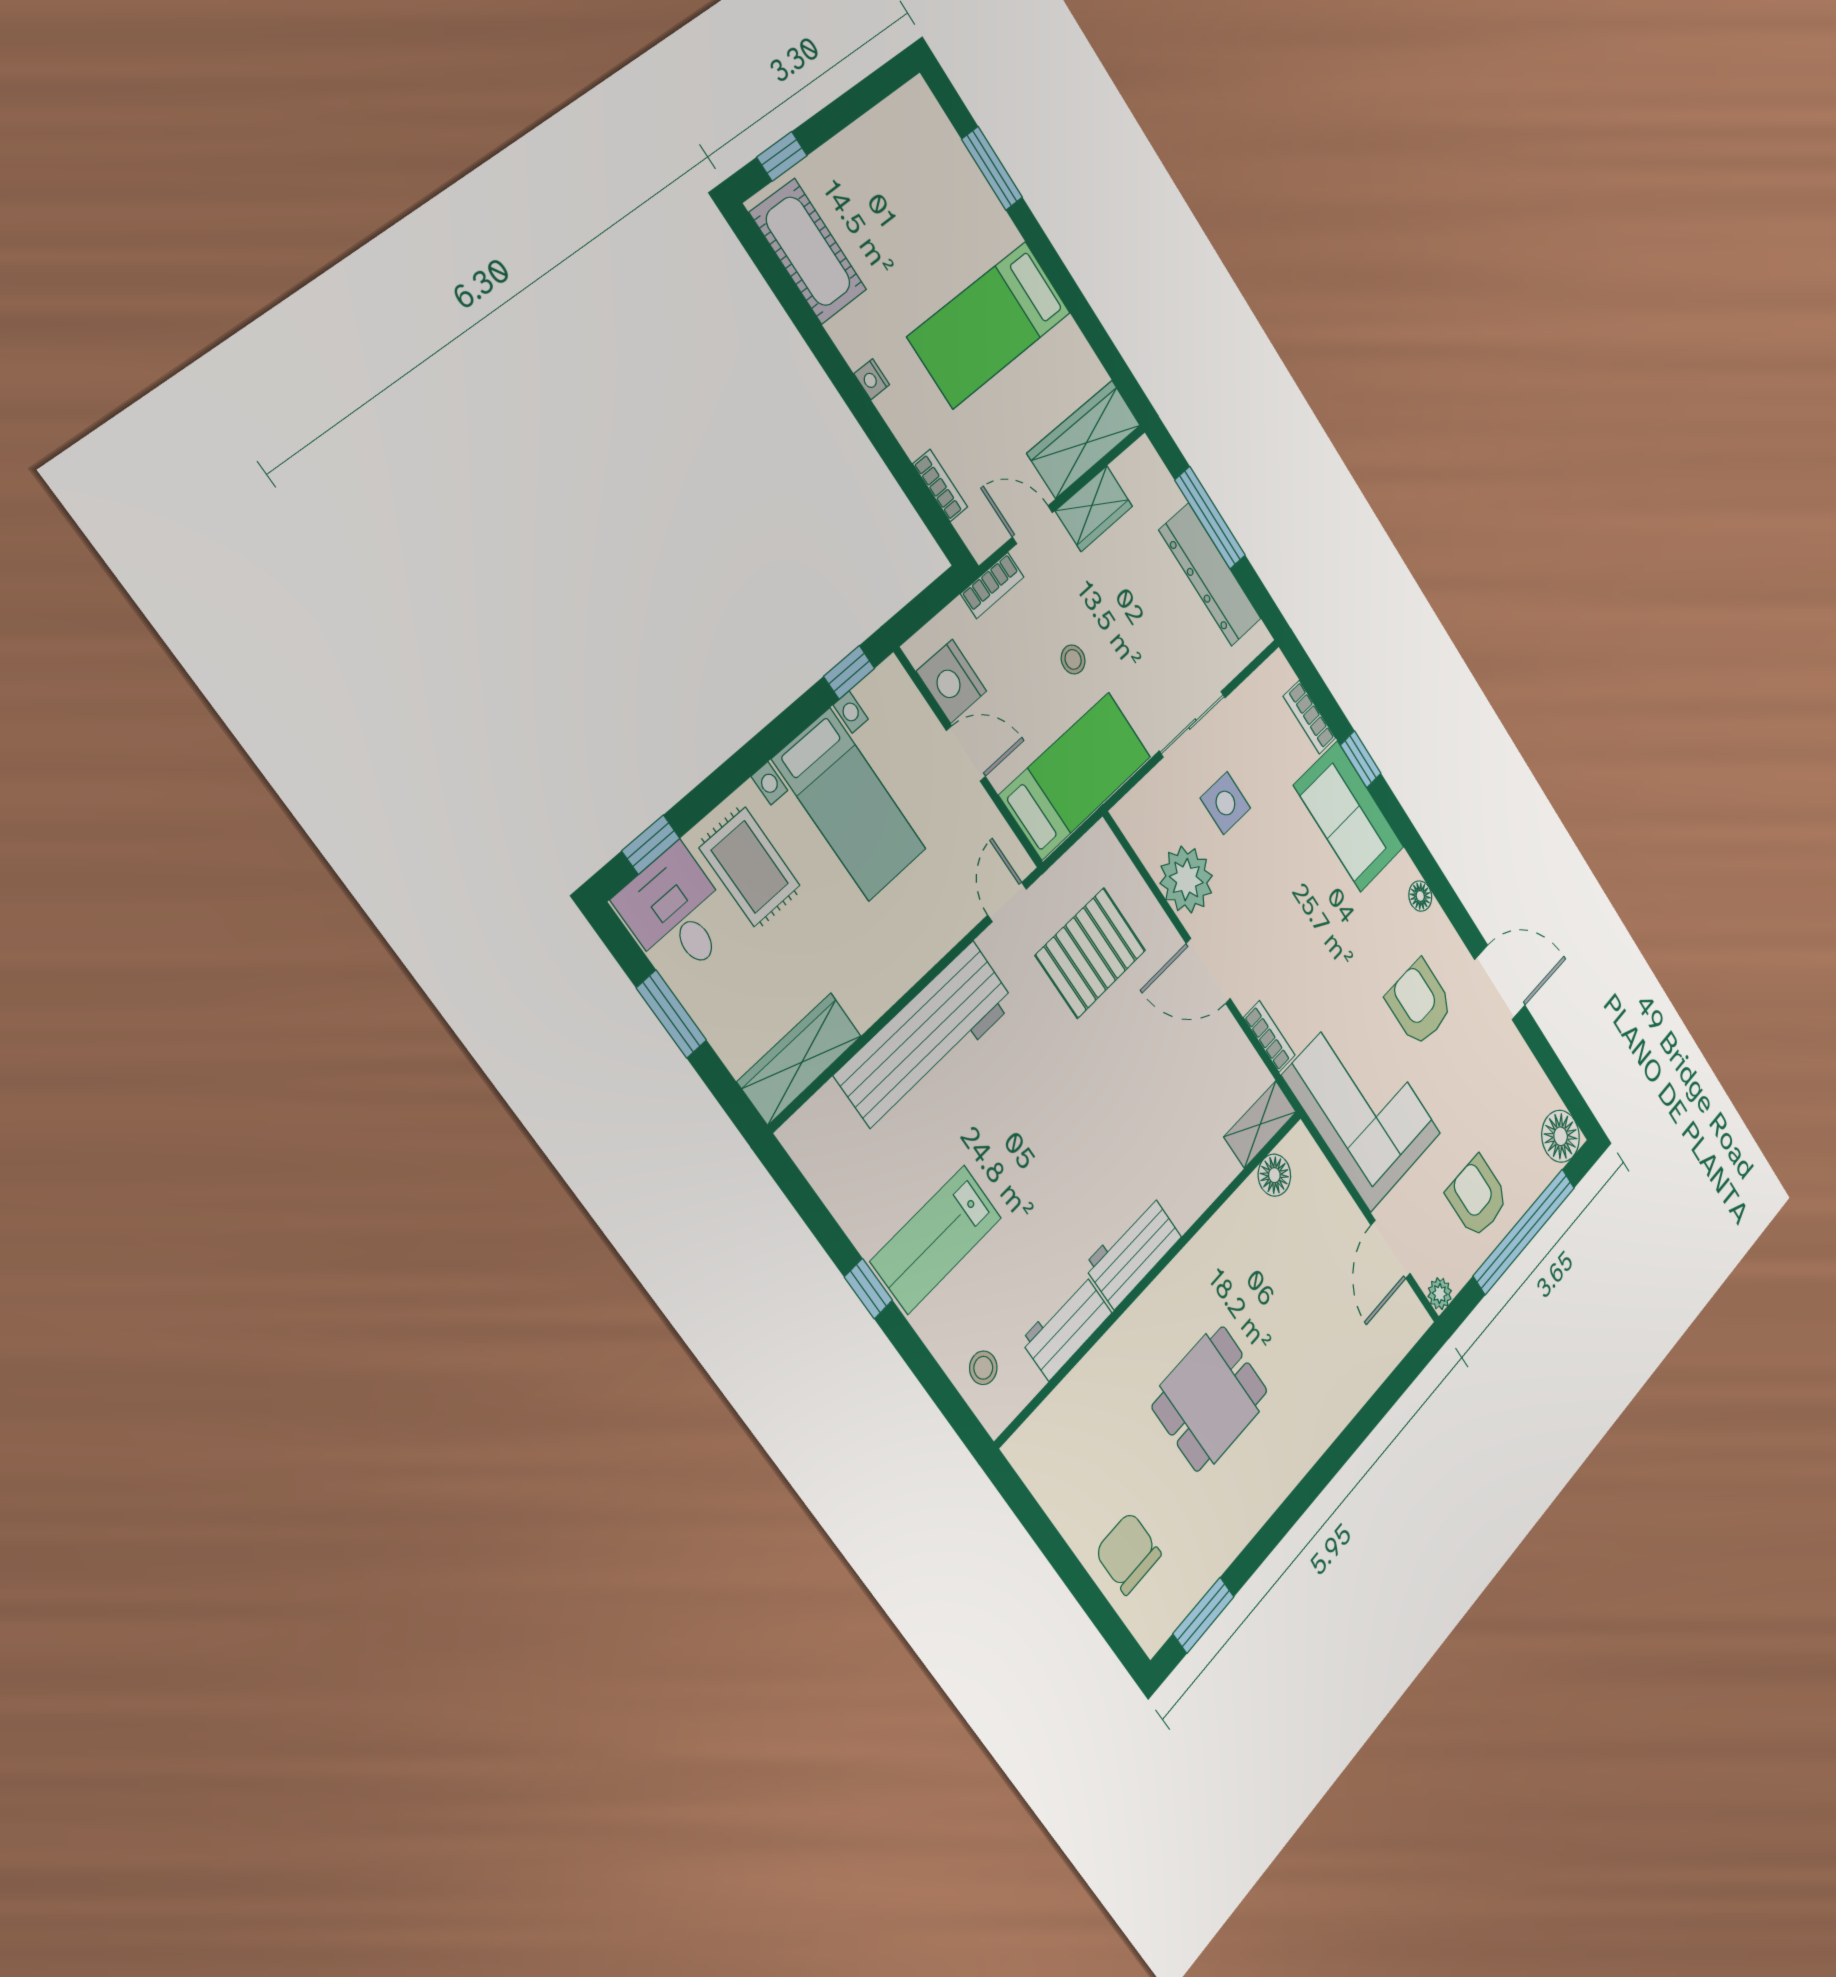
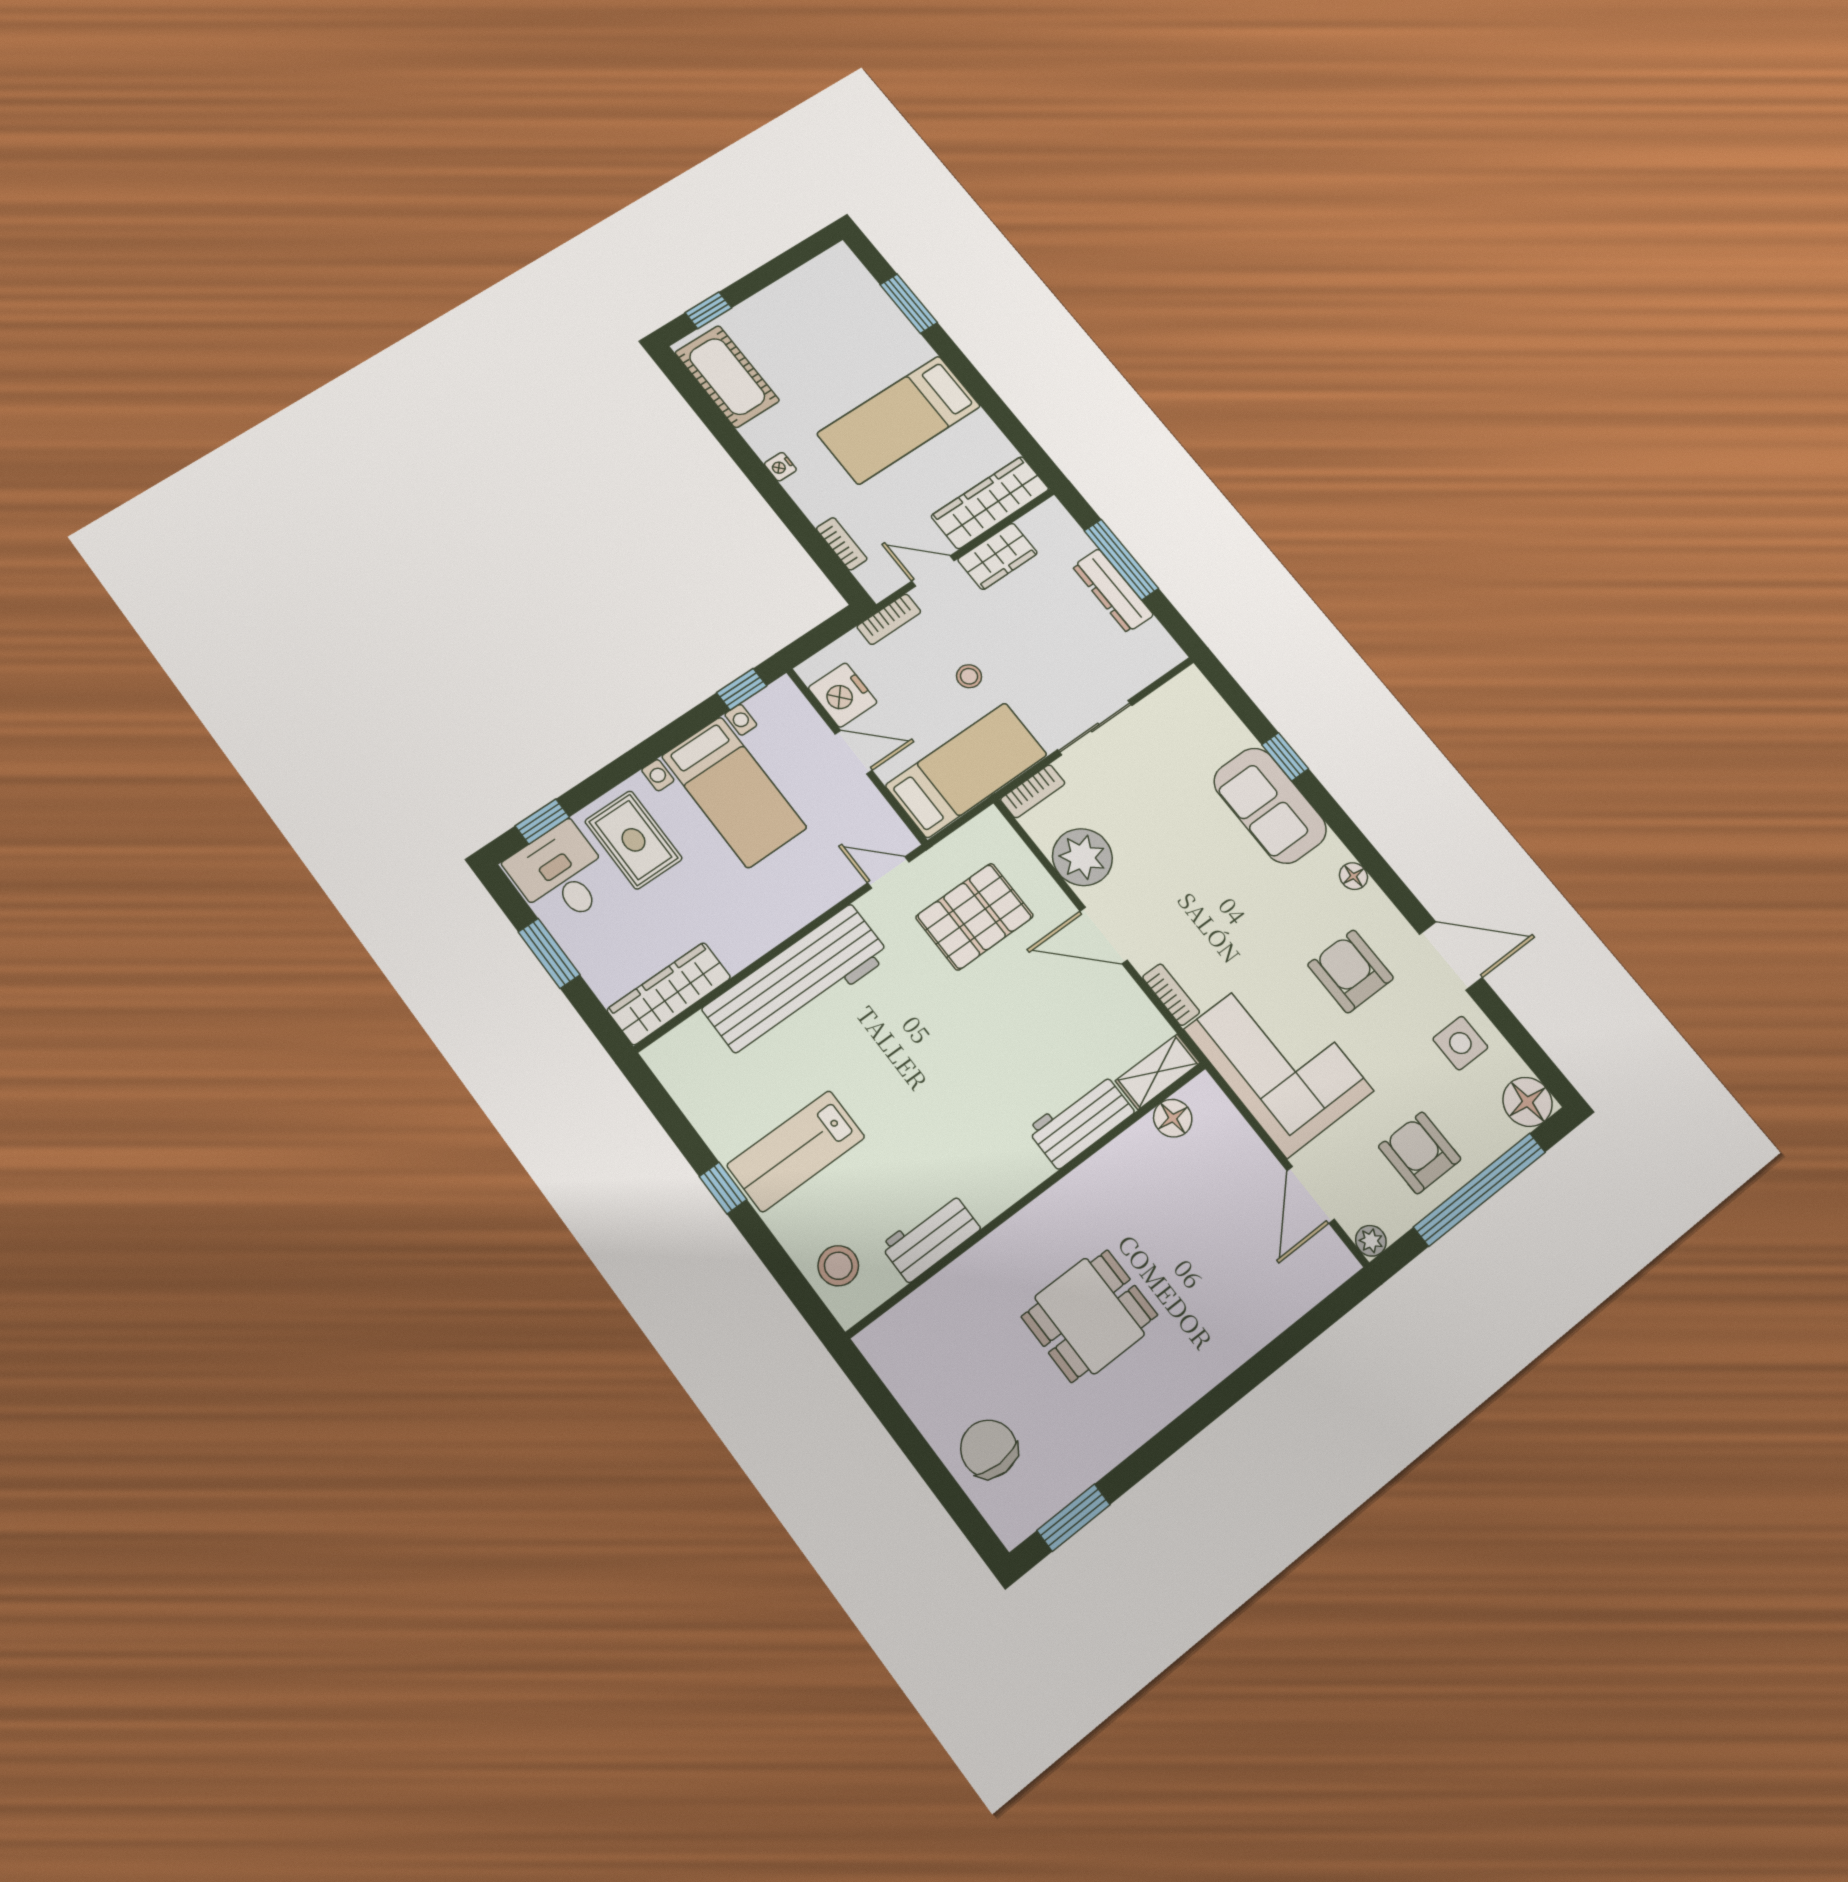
dresser: (1210, 575) -> (1113, 591), width x0.73, depth x0.80
bookcase: (1309, 717) -> (1033, 791), moved, turned -90
side table: (1225, 803) -> (1460, 1043), moved
door: (1007, 902) -> (888, 872), hinge flipped
workbench: (1133, 1251) -> (1081, 1121), moved
stool: (983, 1368) -> (838, 1266), width x1.37, depth x1.37

